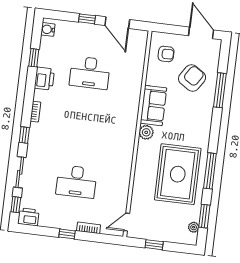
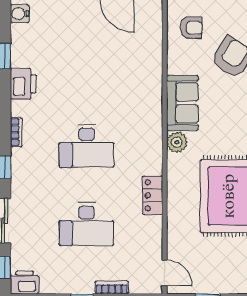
desk: (90, 73) -> (87, 146), moved
locker: (125, 167) -> (153, 195), added
door: (127, 222) -> (165, 273), swing flipped

